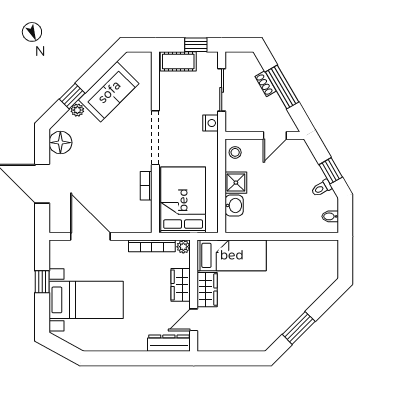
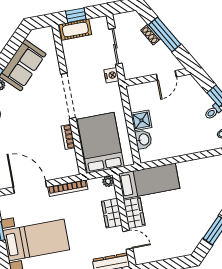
window: (196, 45) -> (76, 15), moved
stool: (235, 152) -> (136, 96), removed
bookcase: (152, 246) -> (68, 188), moved
door: (194, 320) -> (128, 240), swing flipped

